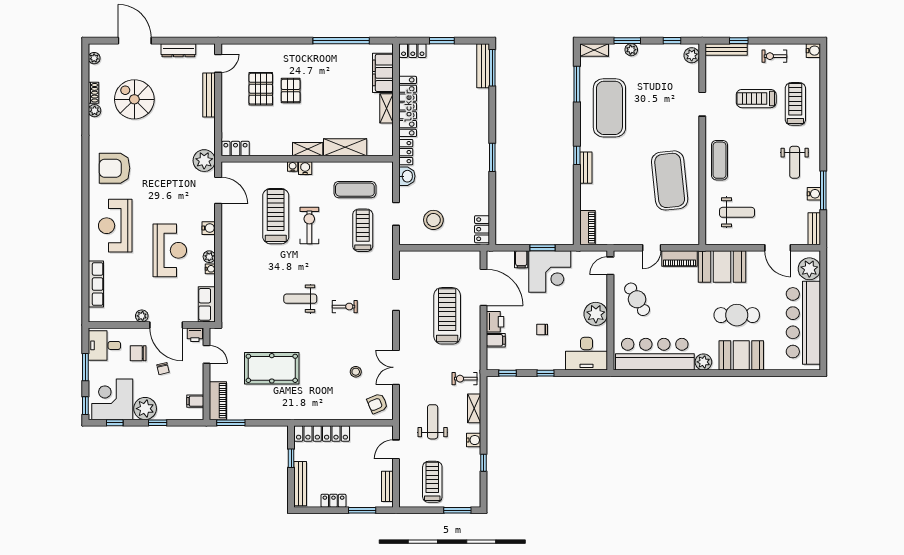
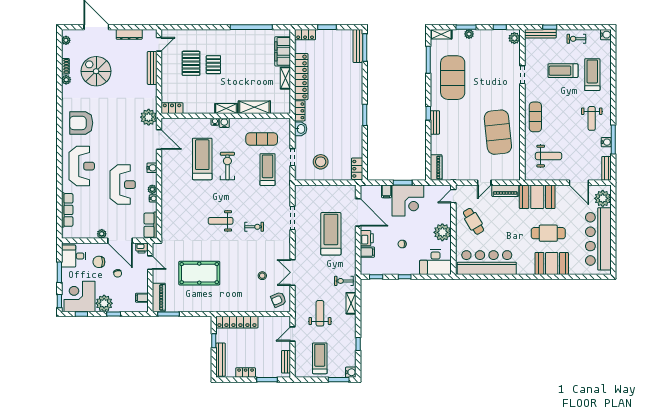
reception desk: (115, 226) -> (82, 166), turned 180
plant: (703, 362) -> (523, 268), removed
water cooler: (474, 440) -> (351, 372), moved

